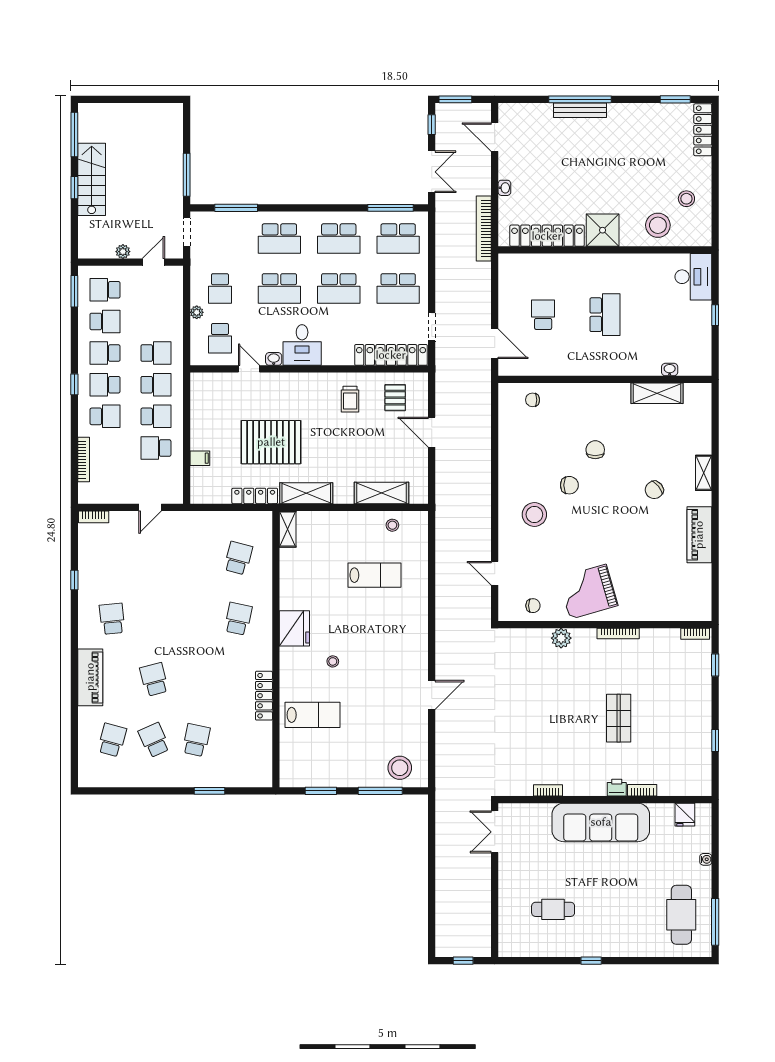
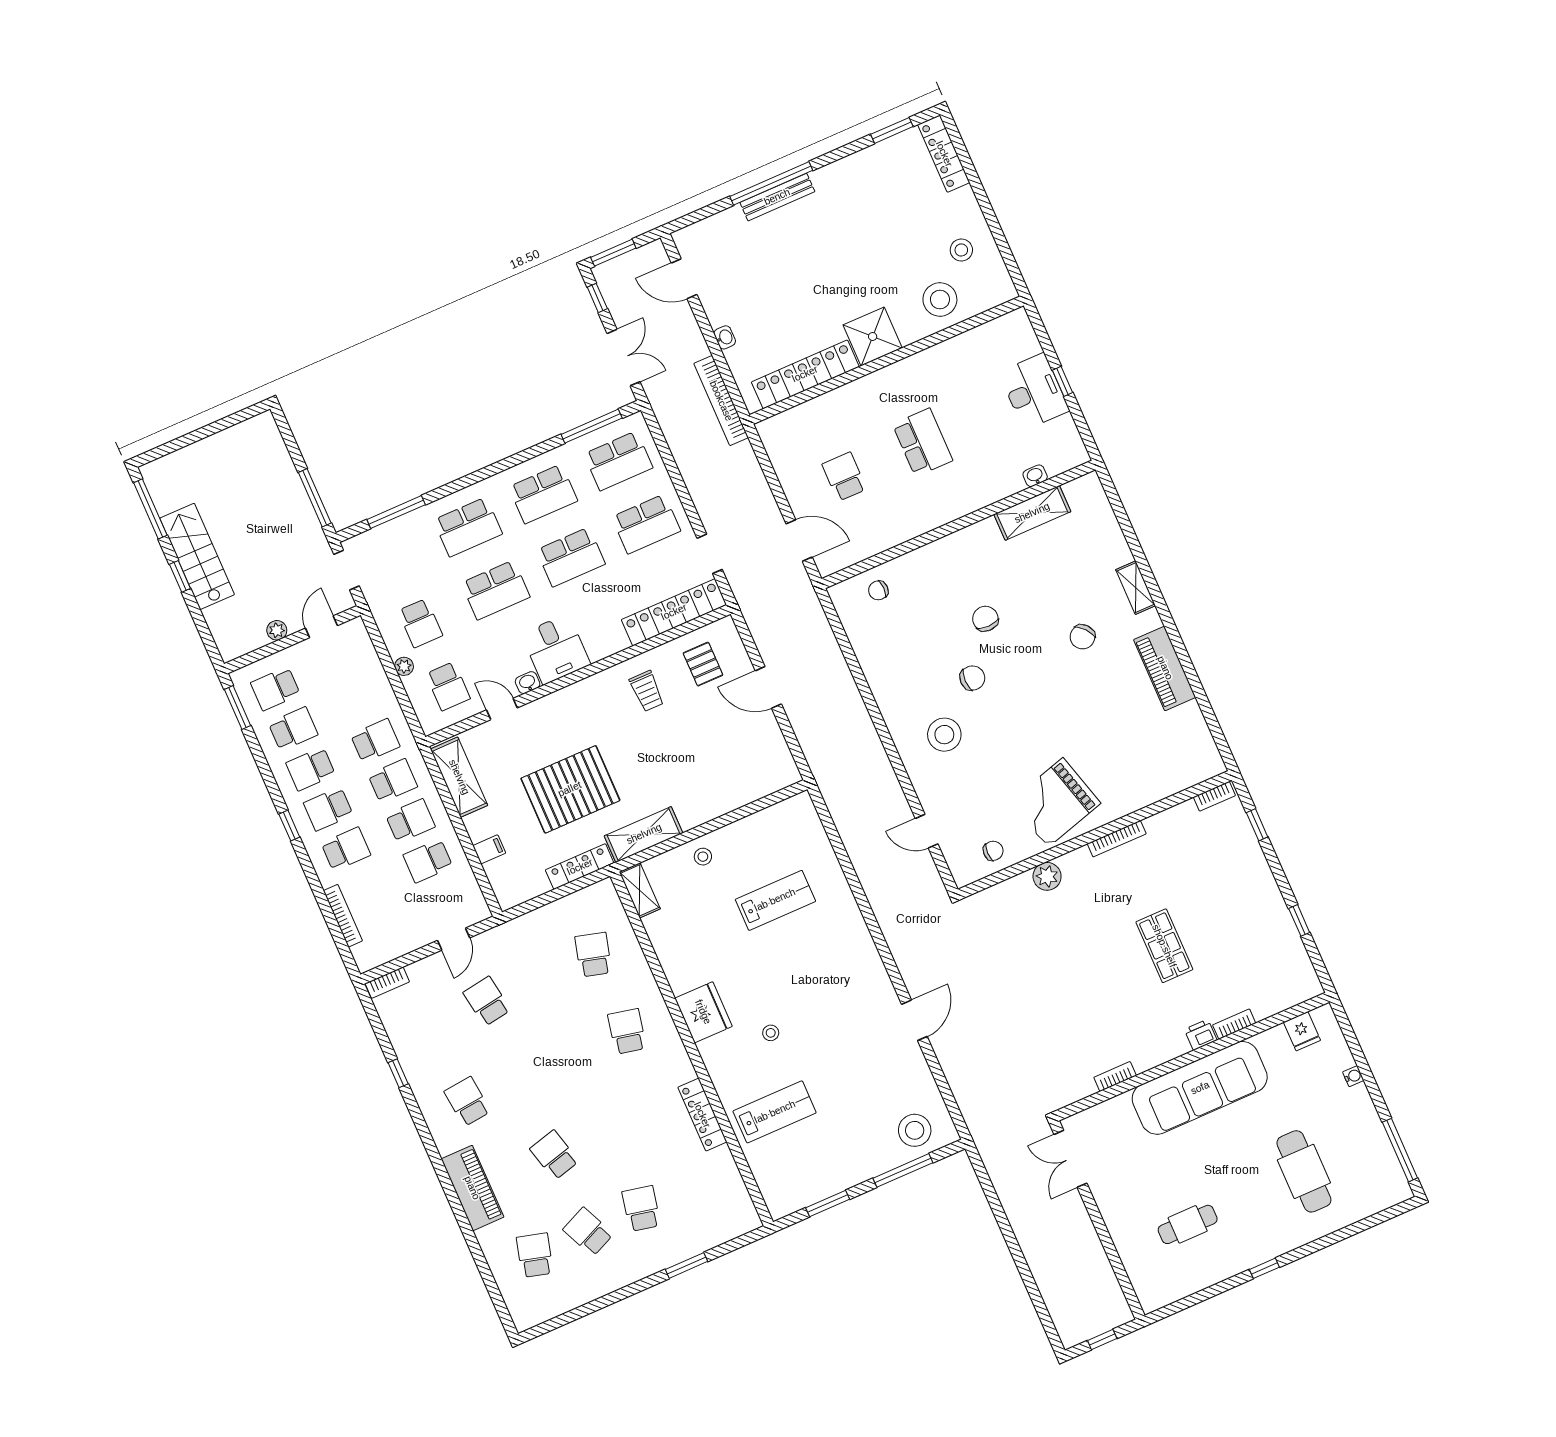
desk: (693, 277) -> (1034, 392), moved
shelving: (381, 493) -> (459, 777), moved, turned 90
stool: (392, 525) -> (703, 857), moved
school desk: (154, 558) -> (487, 1001), added
cafe table: (681, 915) -> (1304, 1171), moved

